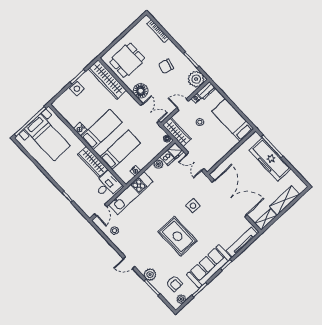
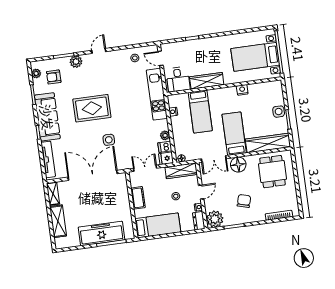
bed: (101, 129) -> (234, 134), moved, turned 180
cot: (222, 151) -> (138, 198), added
double door: (230, 199) -> (93, 175), swing flipped

